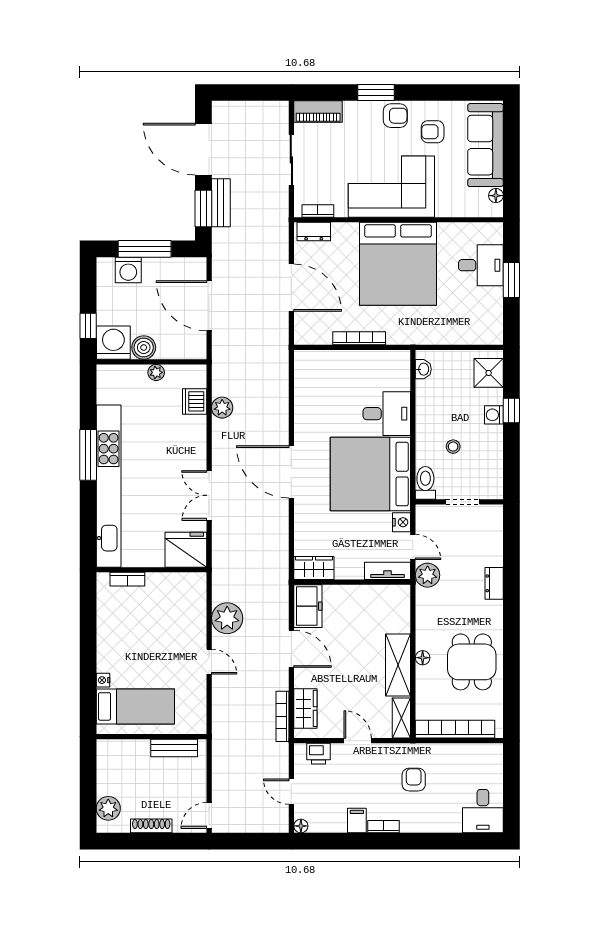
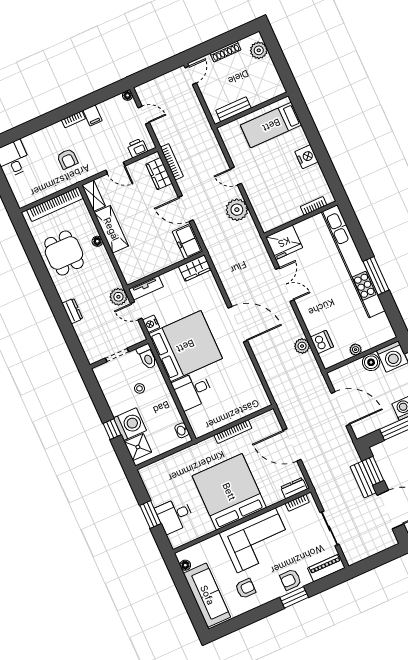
armchair: (395, 116) -> (291, 580), moved
washing machine: (494, 415) -> (130, 424), width x1.89, depth x1.89
nightstand: (103, 680) -> (306, 157), moved, width x1.89, depth x1.79

